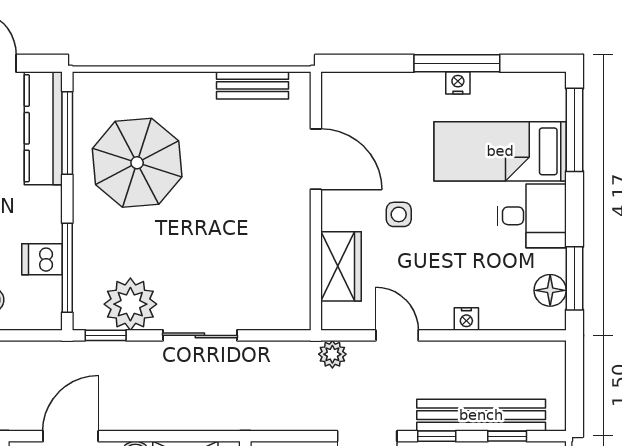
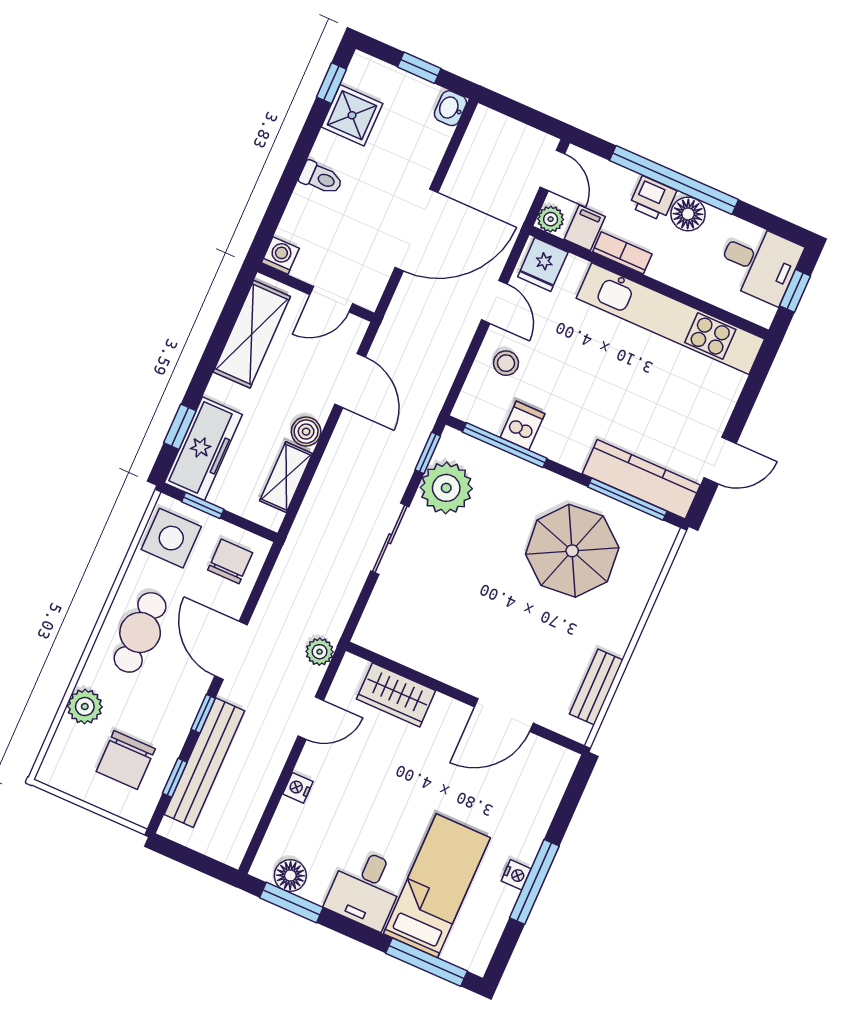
side table: (399, 214) -> (420, 768), removed

